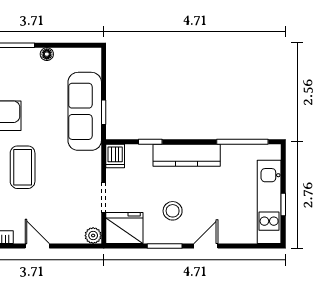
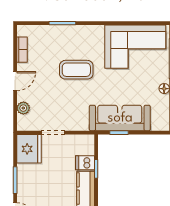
dishwasher: (115, 156) -> (85, 163), moved
stool: (173, 211) -> (42, 186), removed
plant: (93, 236) -> (23, 108), moved

